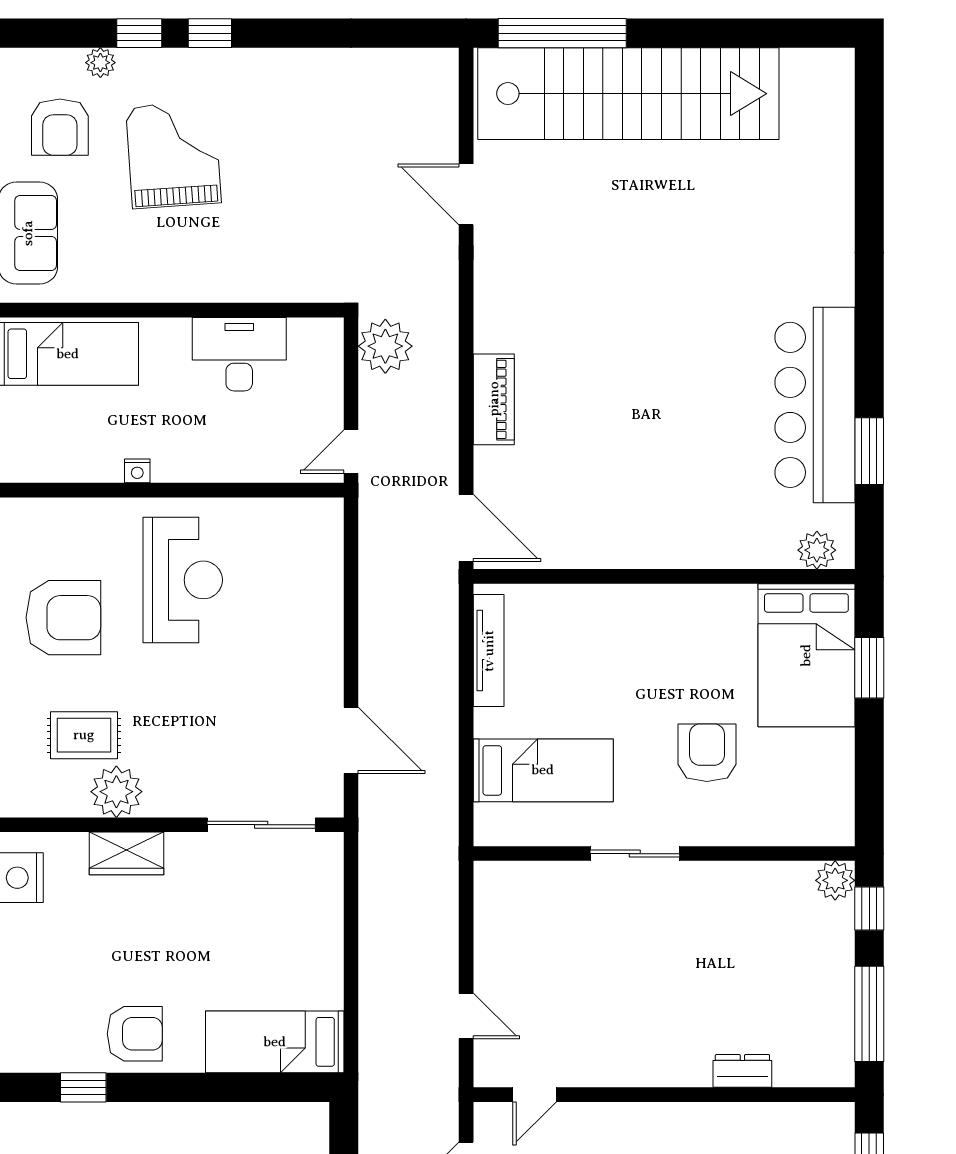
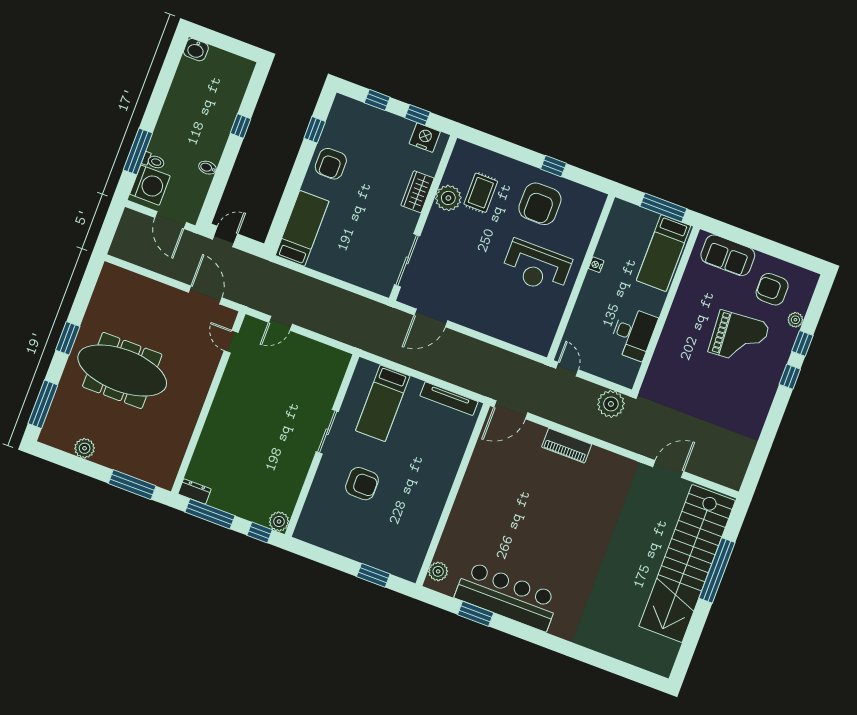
window: (562, 33) -> (717, 570), moved
bed: (806, 655) -> (390, 548), removed
dresser: (742, 1071) -> (195, 491), moved, turned -90

